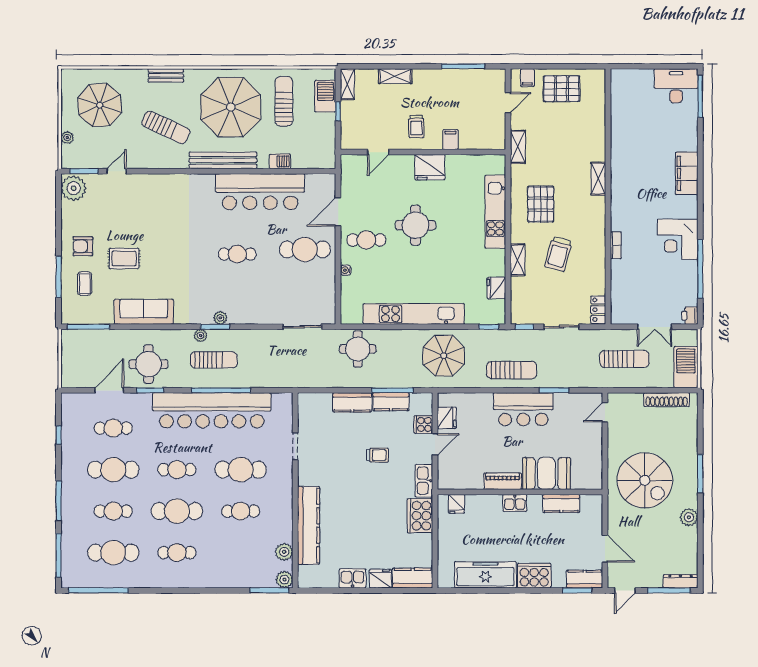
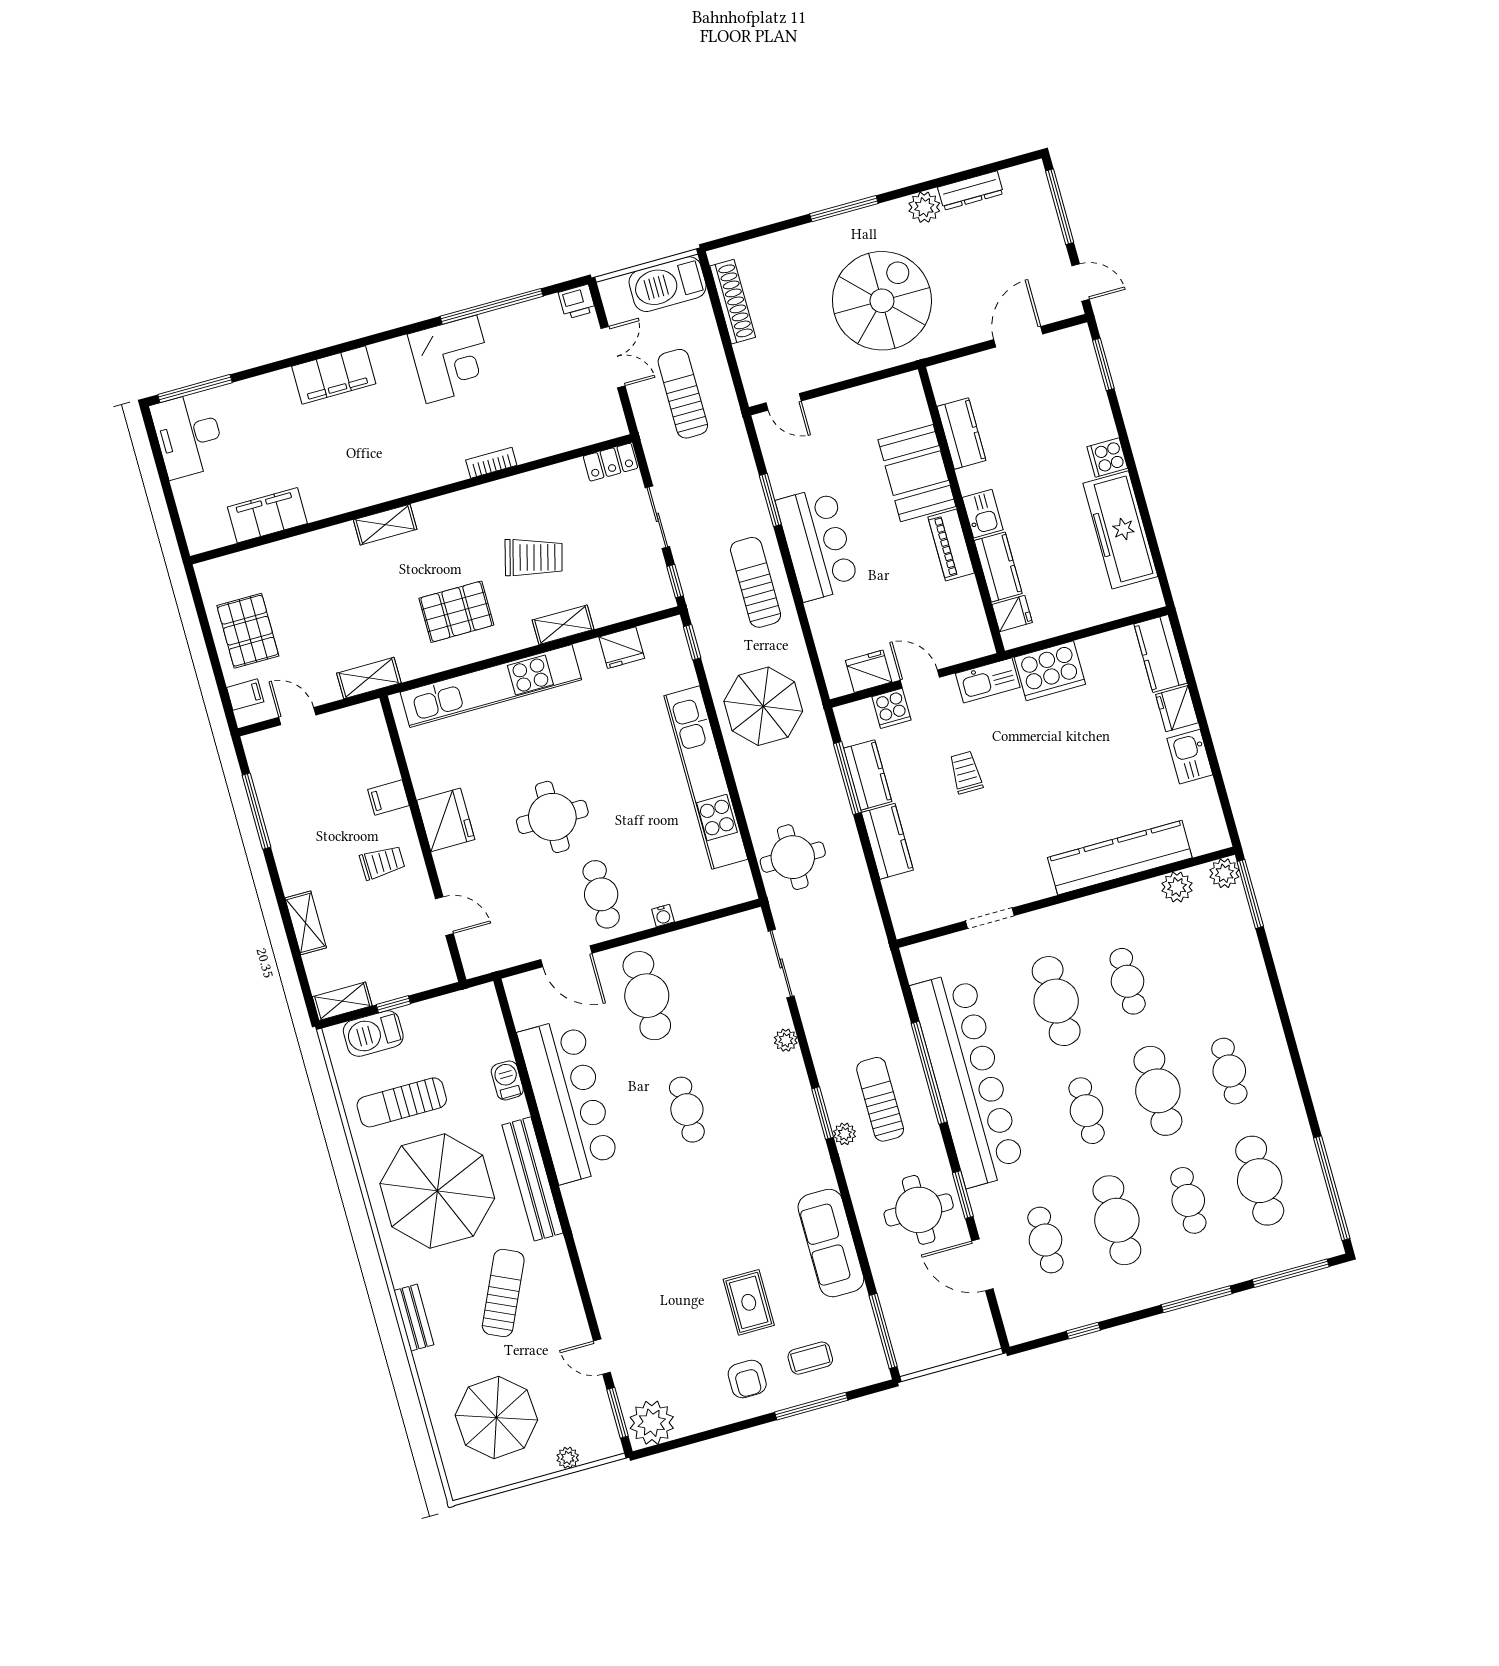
filing cabinet: (621, 117) -> (267, 515), added
kitchen unit: (495, 212) -> (491, 686), width x1.36
plant: (220, 318) -> (786, 1040), moved
cooker: (534, 576) -> (1107, 457), width x0.53, depth x0.76
kitchen counter: (585, 579) -> (998, 567), moved, turned 180
dresser: (680, 581) -> (971, 190), moved, turned -90

